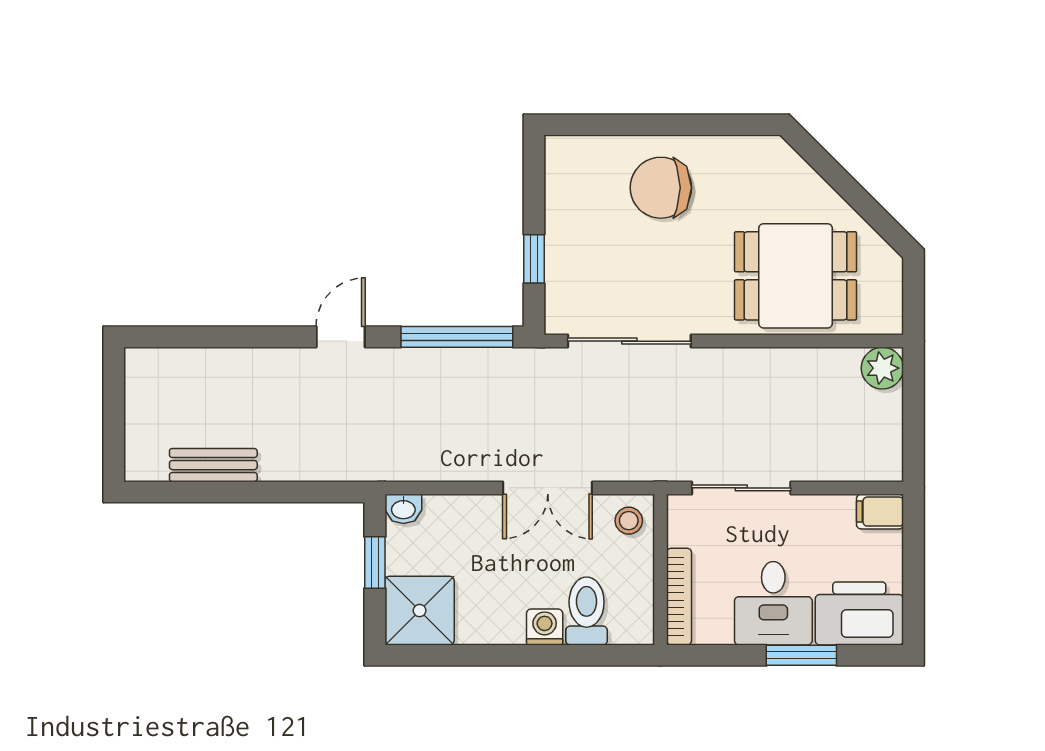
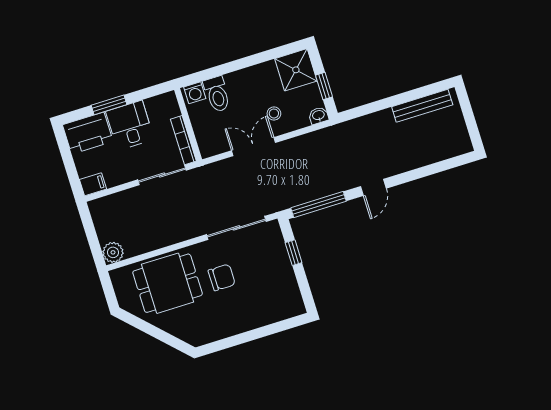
chair: (661, 188) -> (222, 277), moved, width x0.73, depth x0.73
bench: (213, 465) -> (422, 106), width x1.36
stool: (629, 521) -> (274, 114), moved
bookcase: (679, 597) -> (183, 140), moved
washing machine: (545, 627) -> (195, 93), moved

